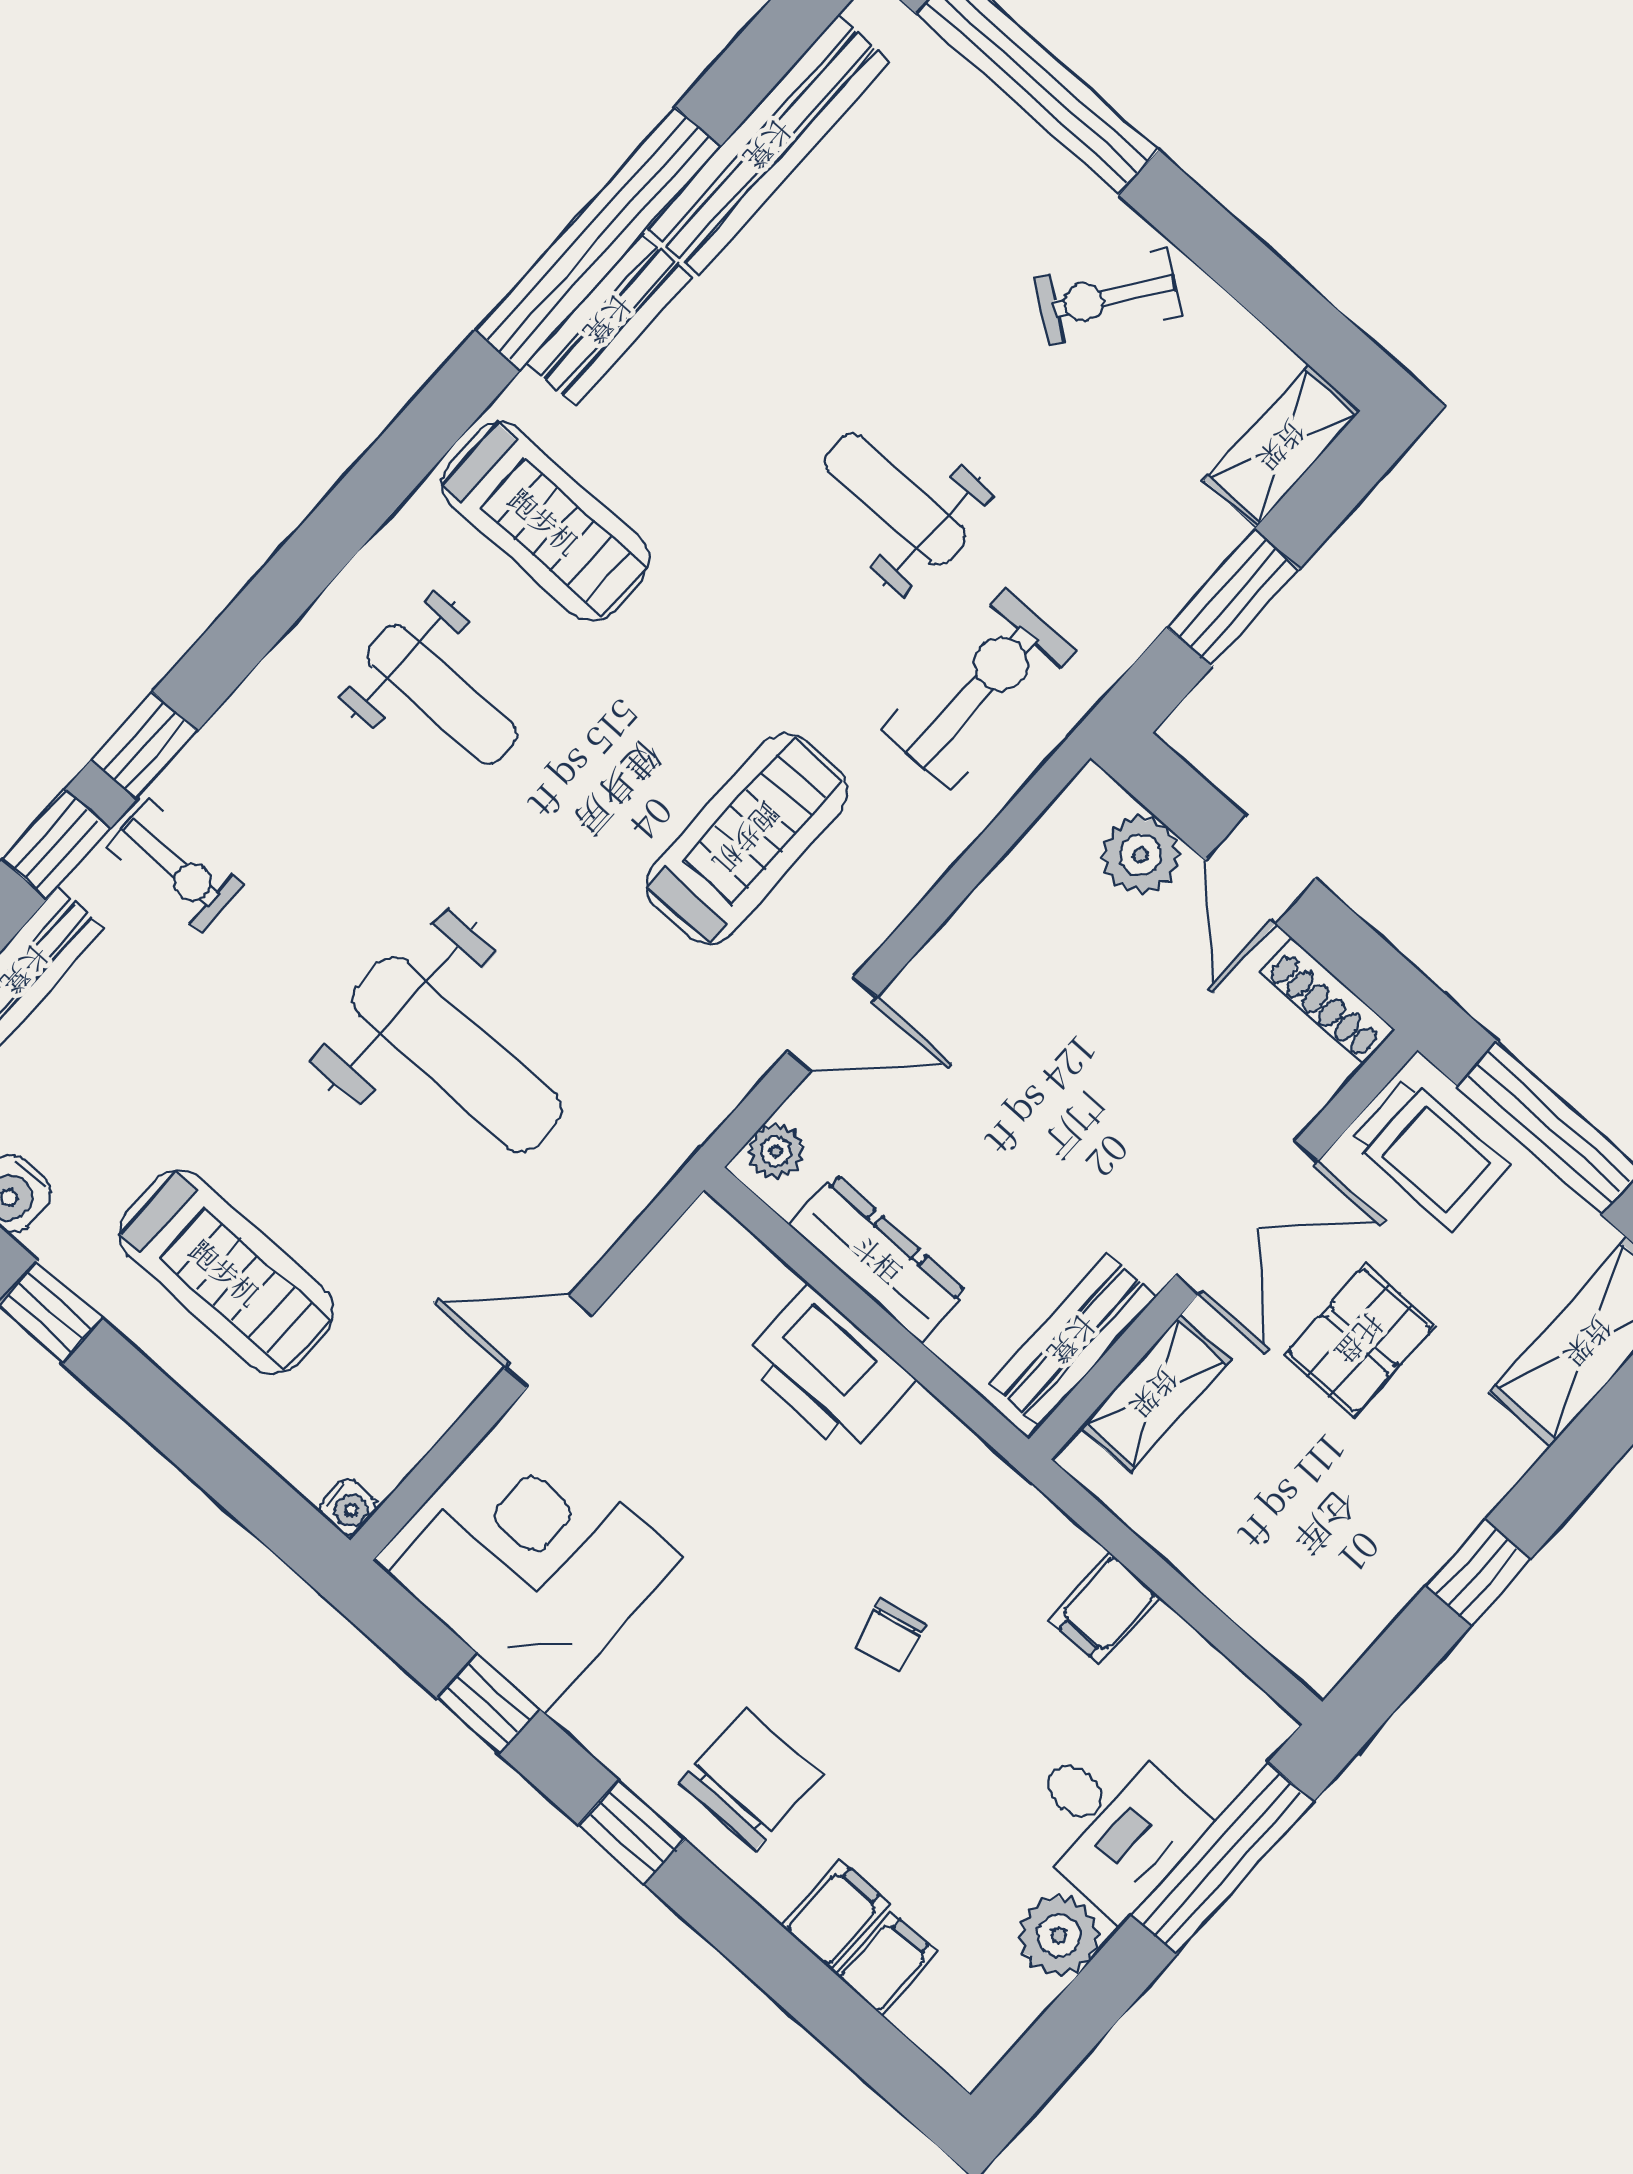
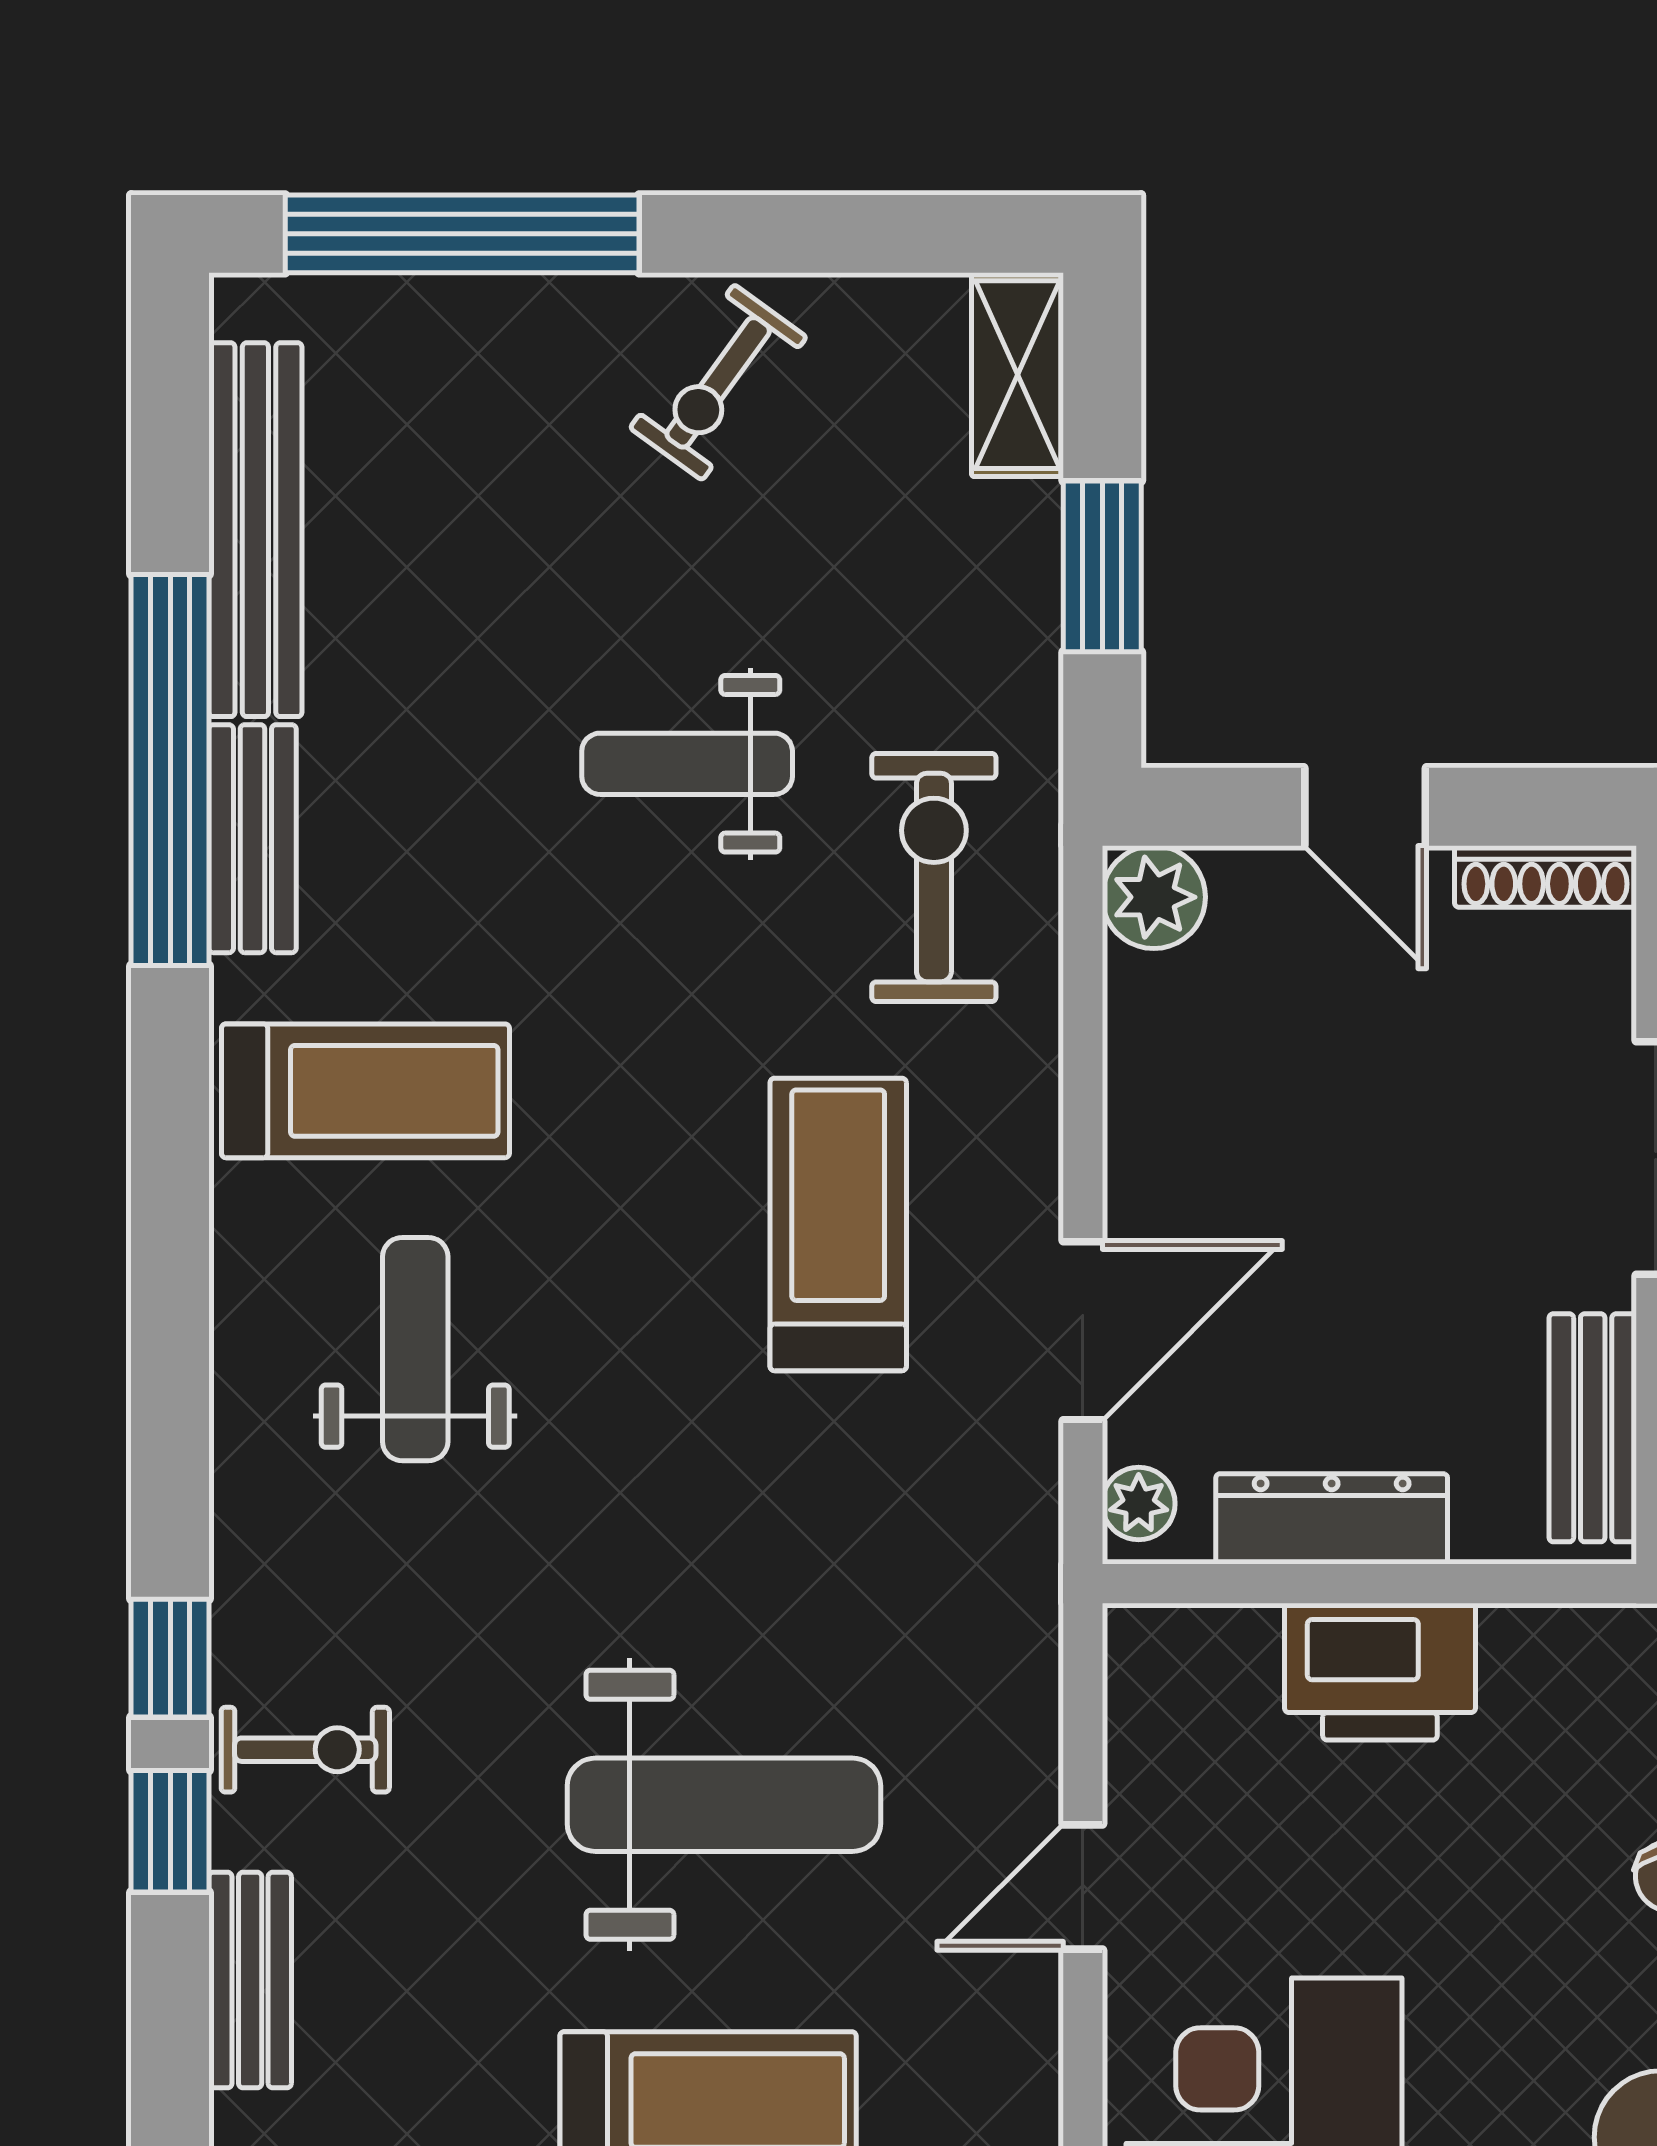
weight bench: (442, 694) -> (415, 1349), turned -90
plant: (1140, 855) -> (1154, 897), moved
door: (832, 1024) -> (1083, 1331), width x1.38
weight bench: (457, 1055) -> (724, 1805), moved

